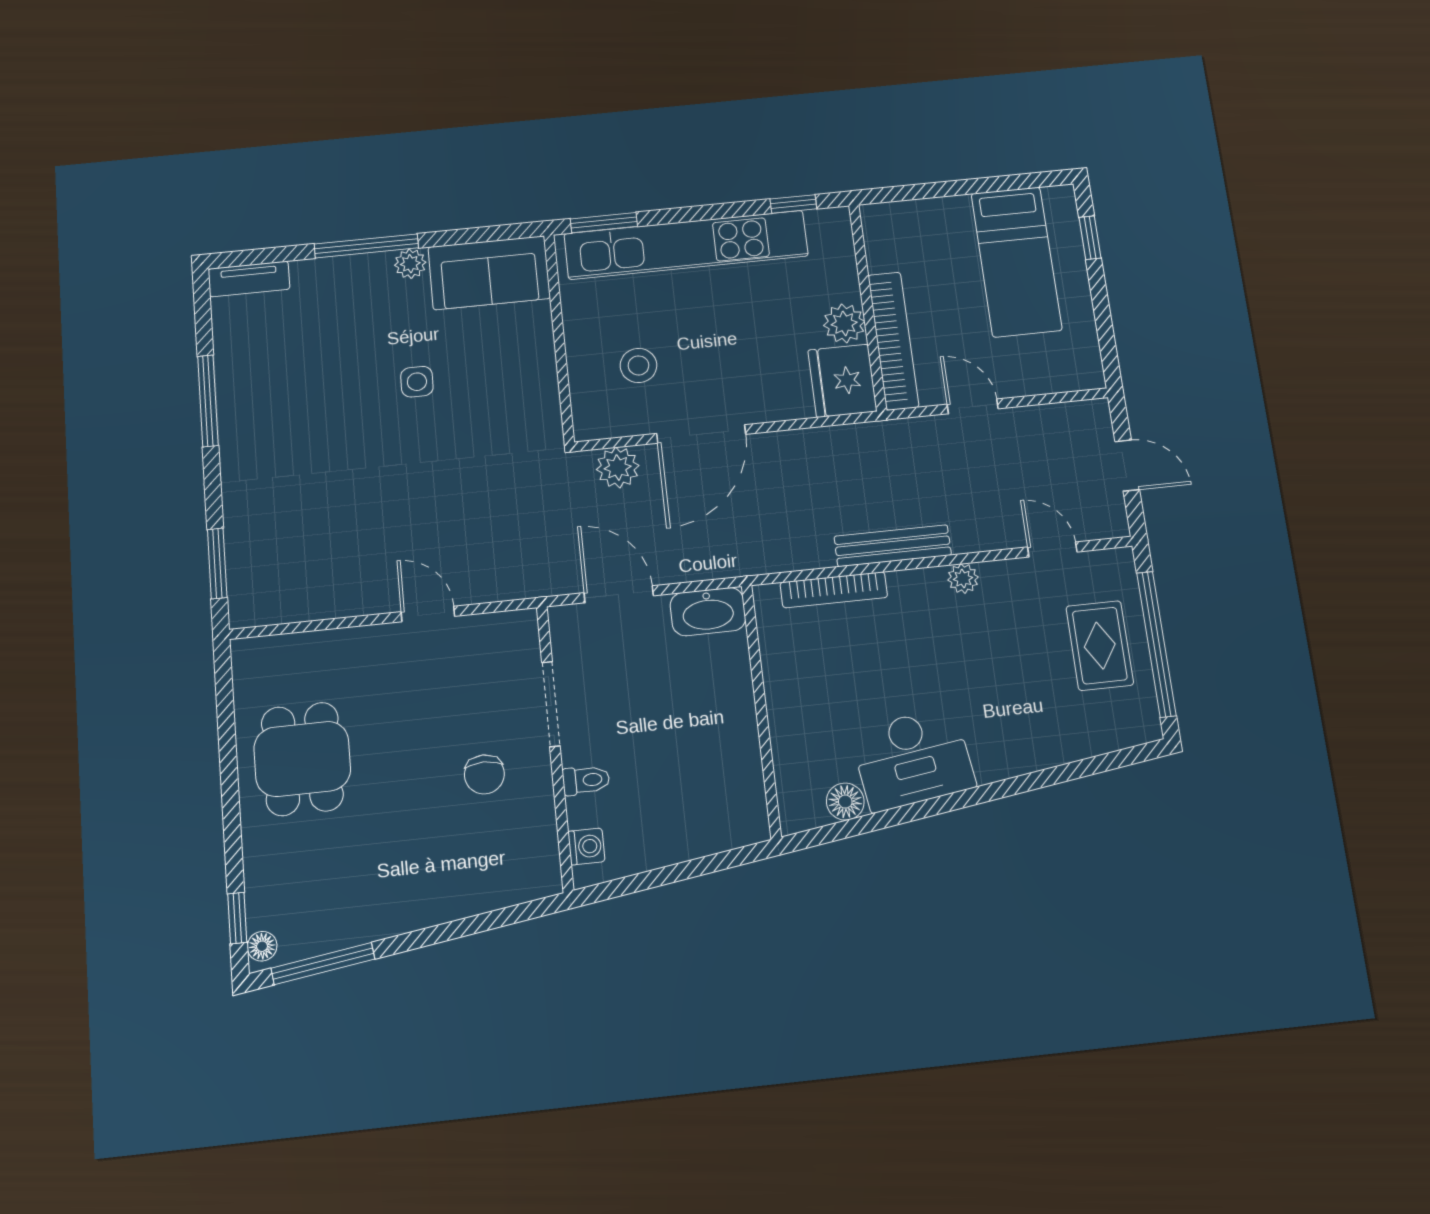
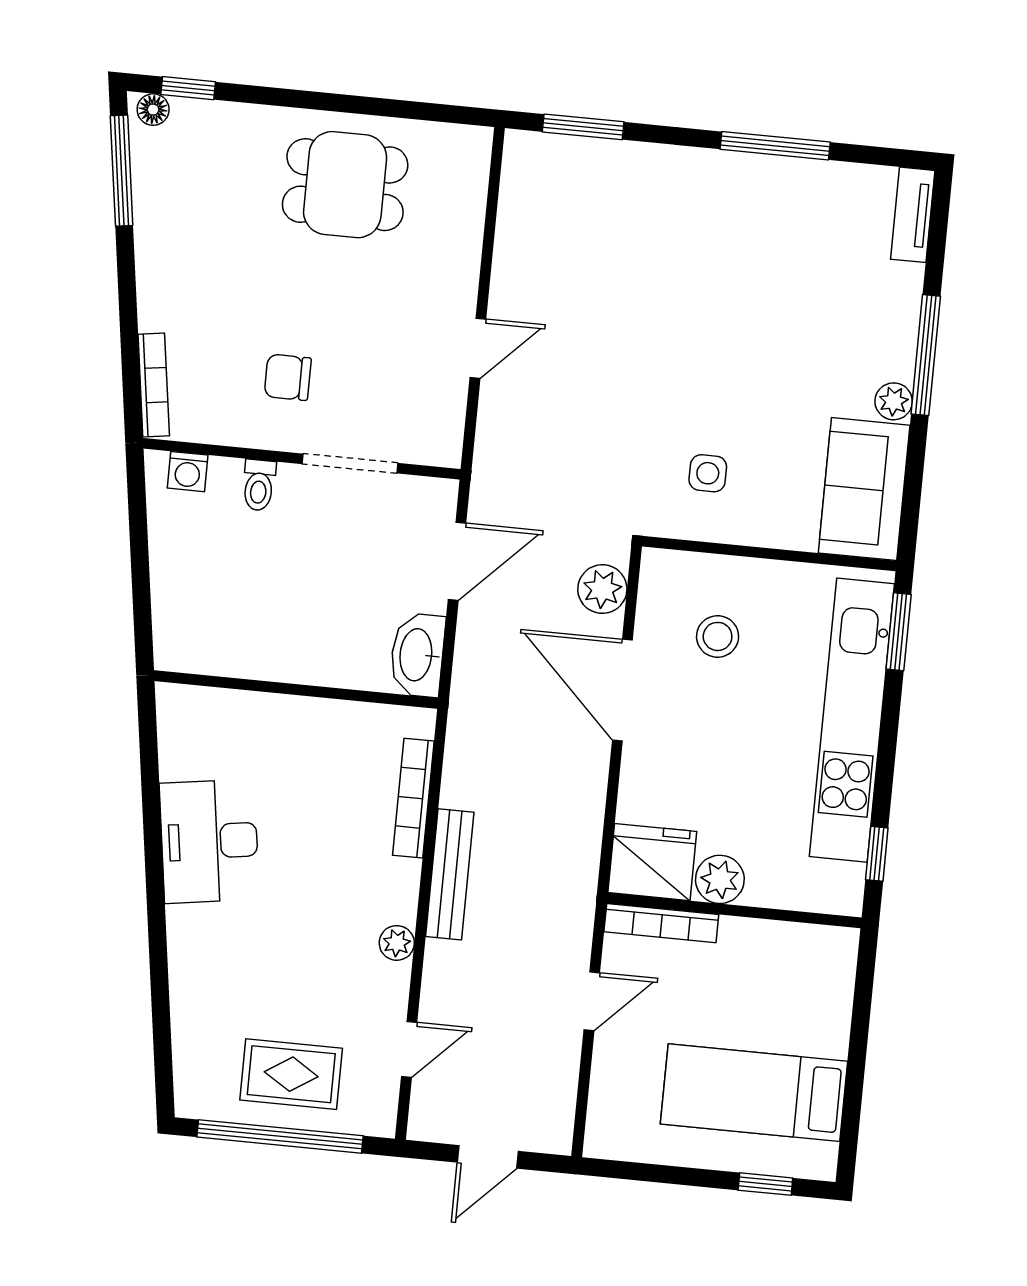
bookcase: (893, 341) -> (661, 923), width x0.68, depth x0.76
side table: (417, 382) -> (708, 473), moved
floor lamp: (845, 802) -> (178, 758), removed
bookcase: (514, 893) -> (154, 385), added

